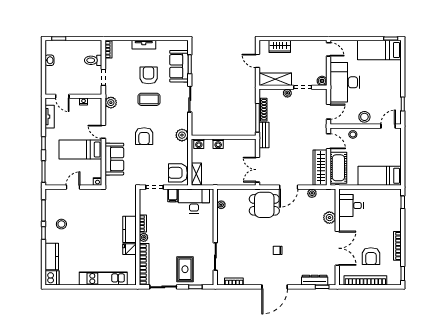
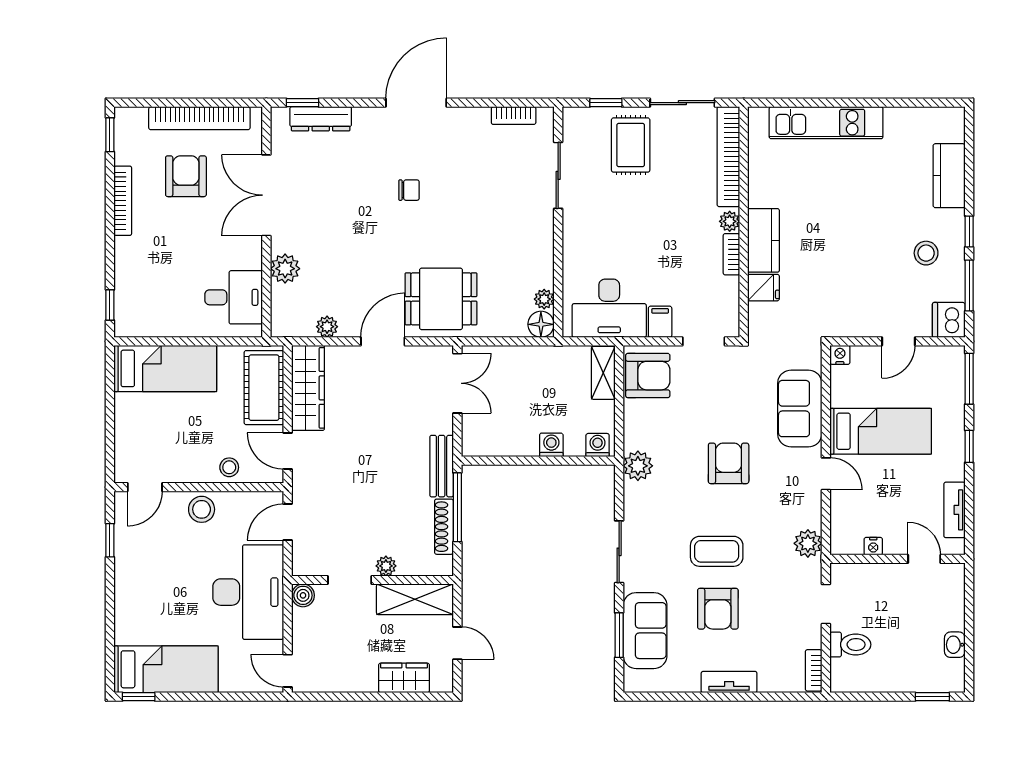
floor lamp: (222, 194) -> (541, 324), added
fridge: (129, 249) -> (763, 288), moved
dishwasher: (52, 278) -> (949, 320), moved

